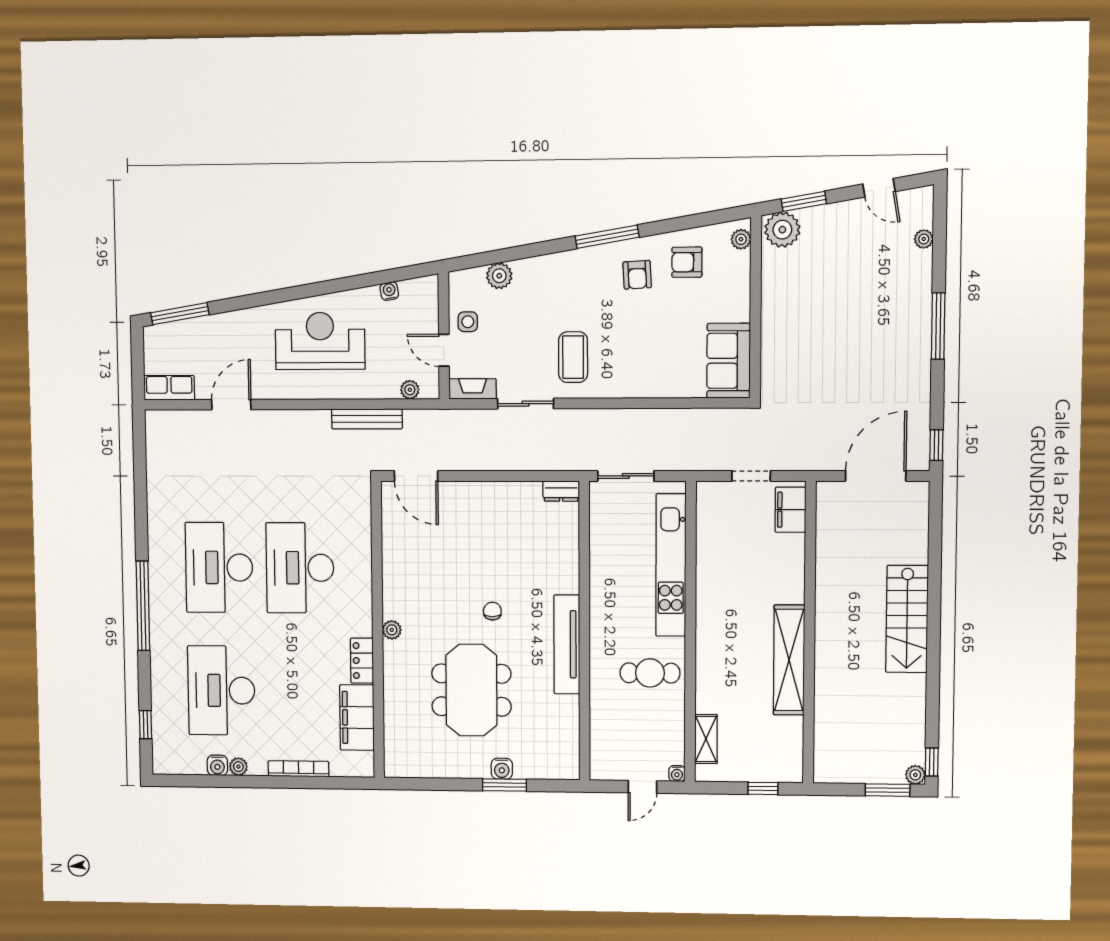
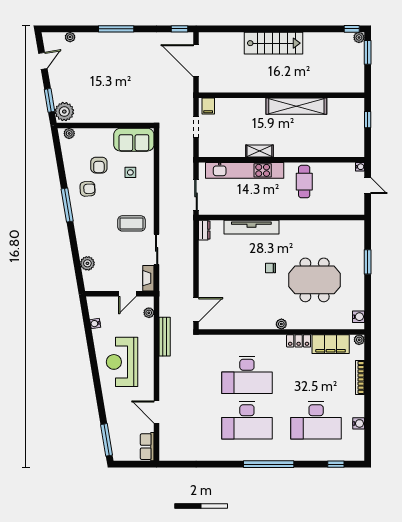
armchair: (687, 262) -> (99, 165), moved
side table: (468, 322) -> (130, 172), moved
filing cabinet: (790, 510) -> (208, 106), width x0.50
tv unit: (567, 644) -> (251, 227), moved
shelving: (706, 739) -> (259, 151), moved
plant: (238, 767) -> (359, 340), moved
water cooler: (502, 769) -> (358, 317), moved

